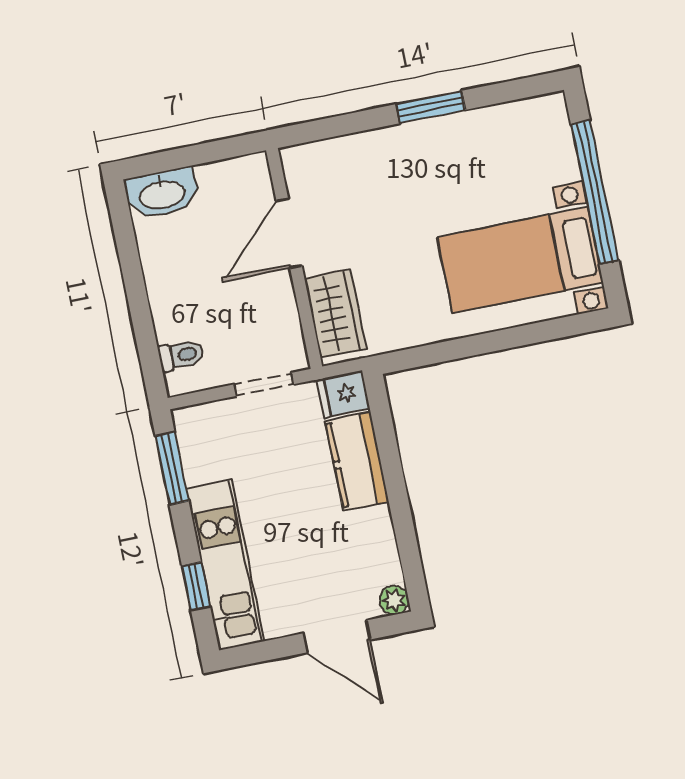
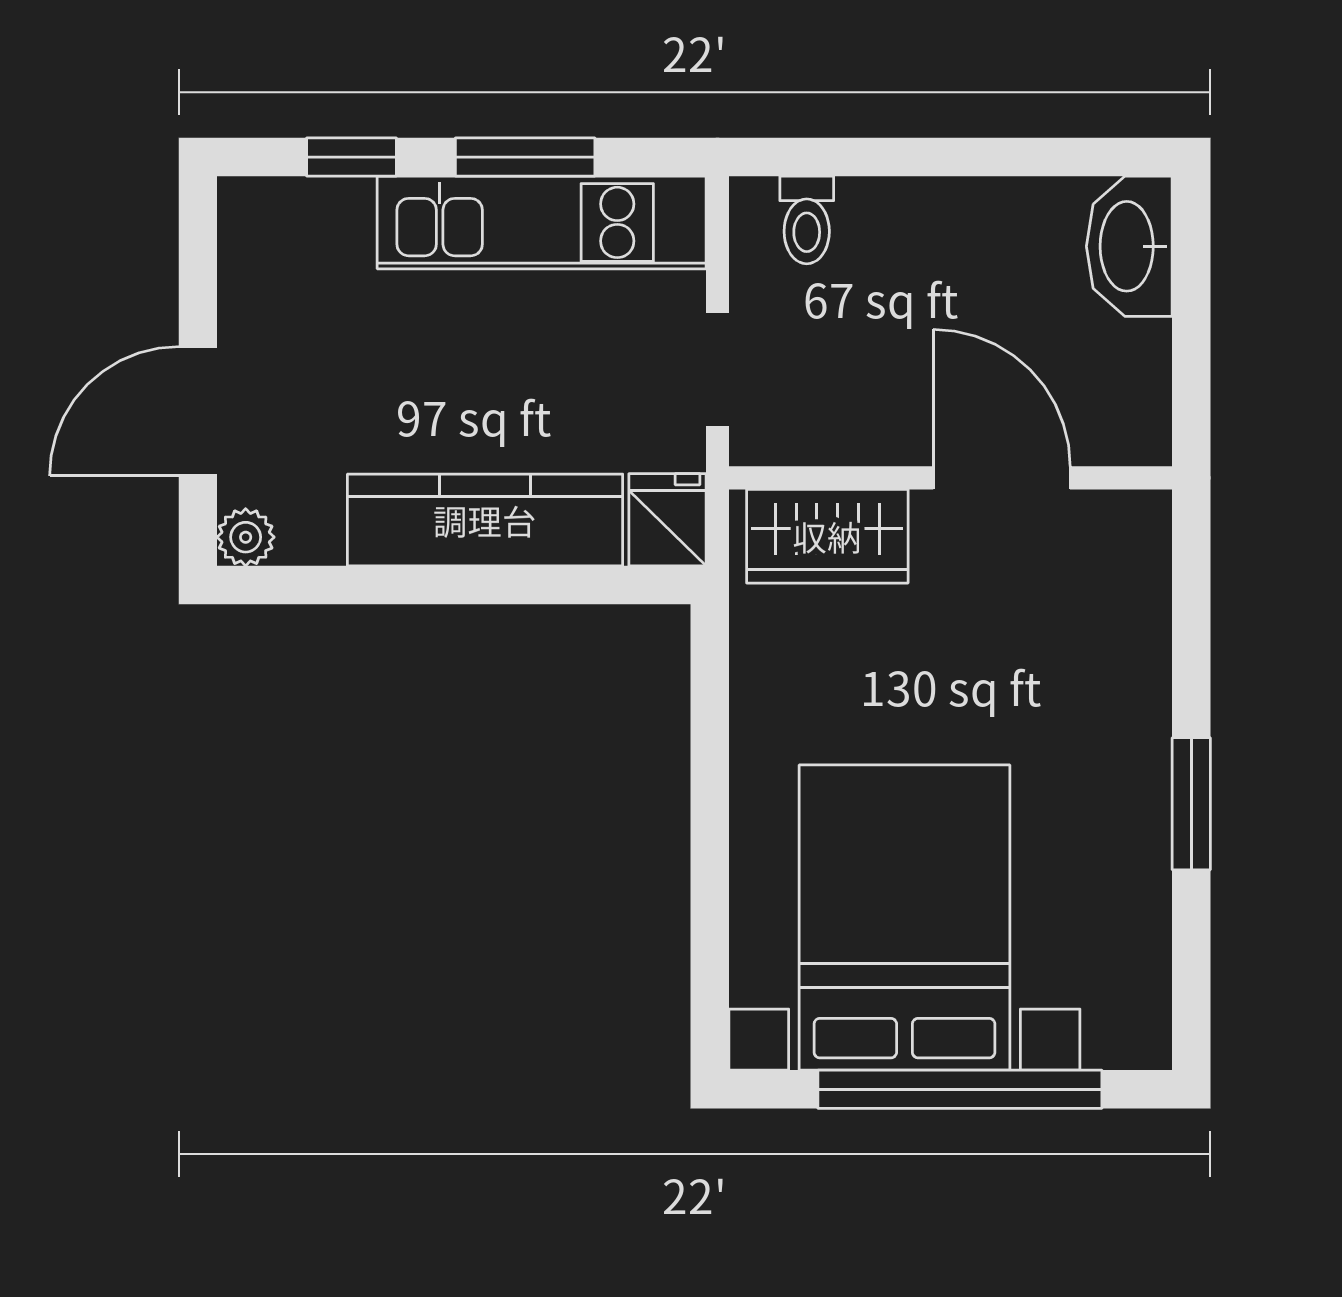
bed with nightstands: (520, 260) -> (904, 918), width x1.36
kitchen counter: (357, 461) -> (485, 520), width x1.50
window: (172, 468) -> (525, 157), moved
kitchen unit: (225, 565) -> (542, 222), moved

